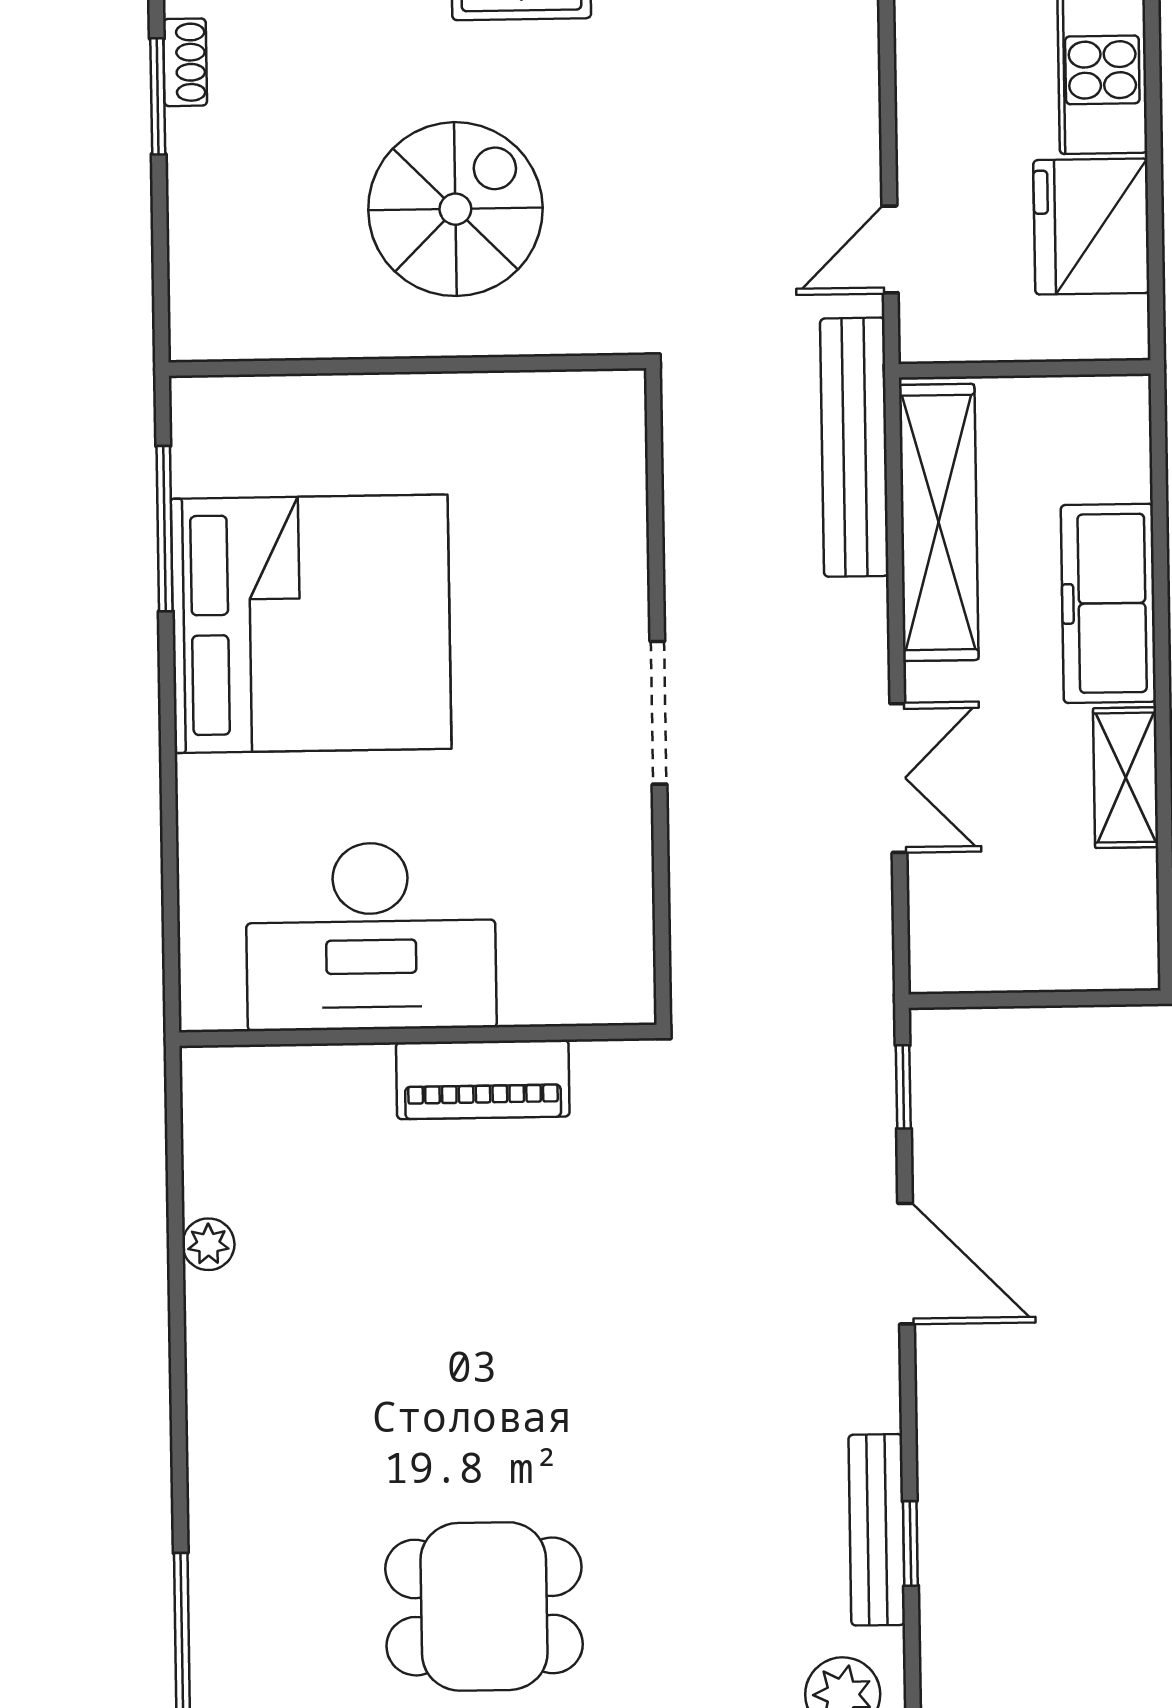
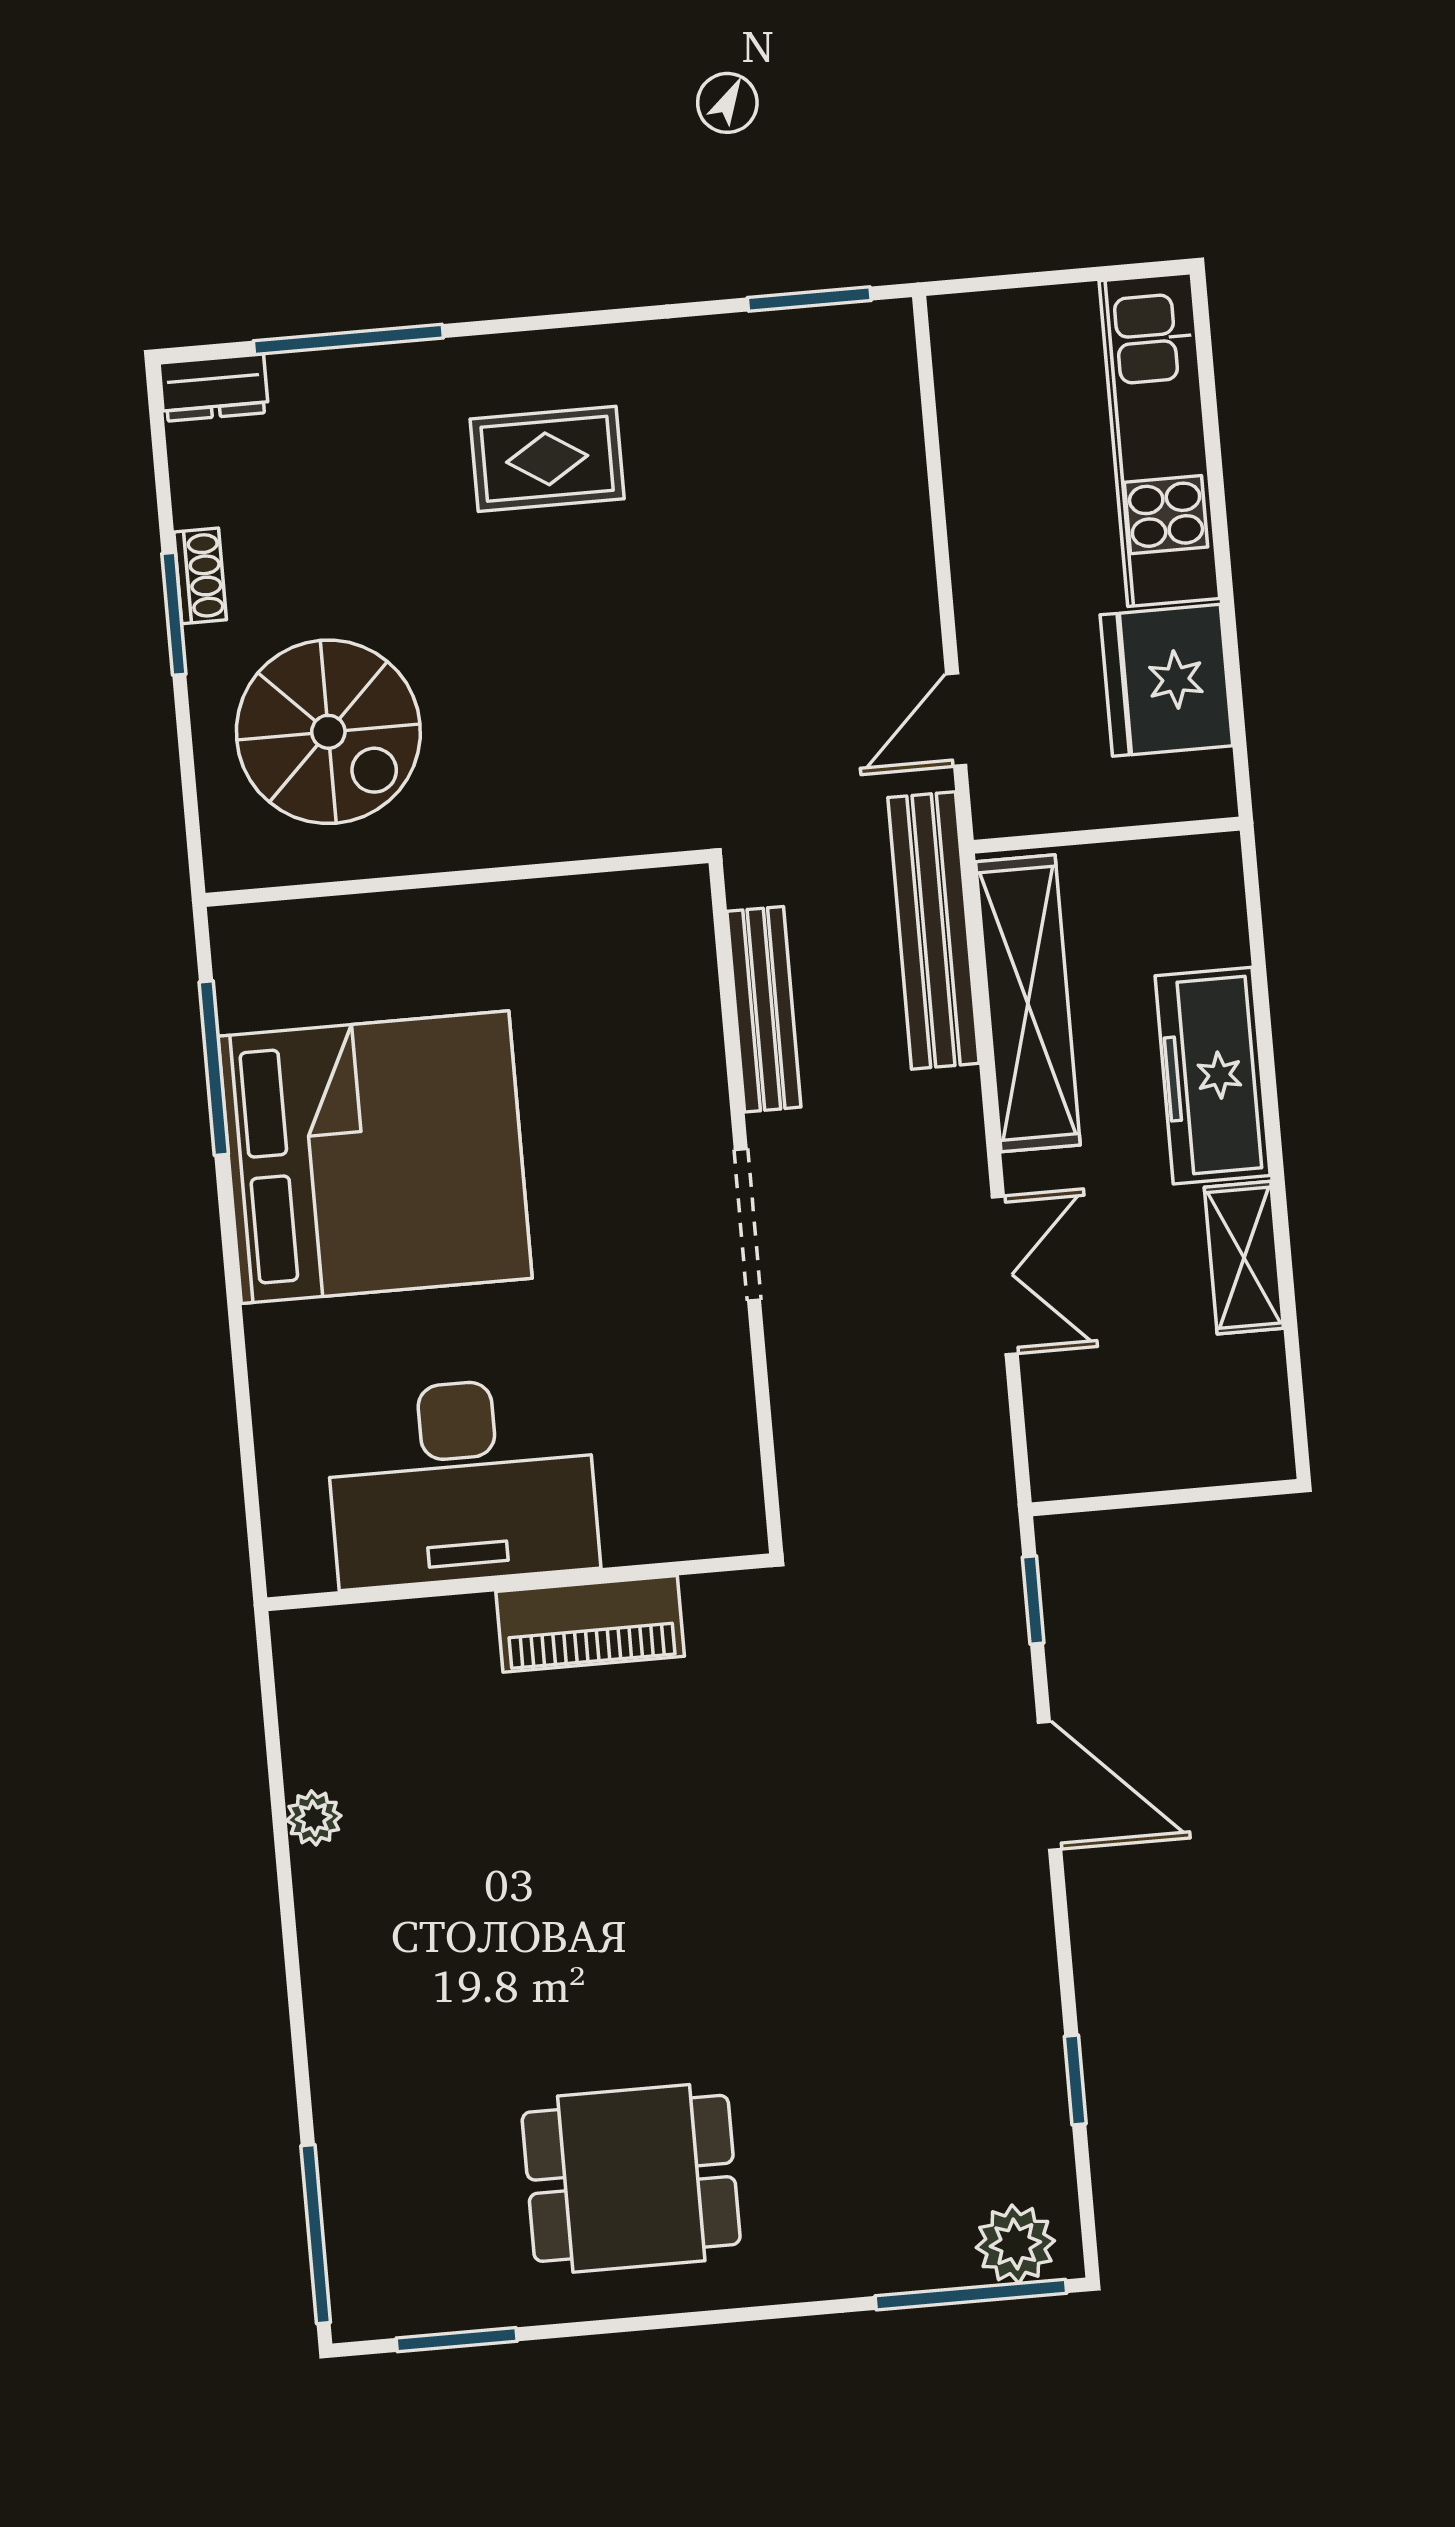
spiral stairs: (455, 209) -> (328, 732), moved, turned 90
bench: (877, 1530) -> (764, 1009), moved

